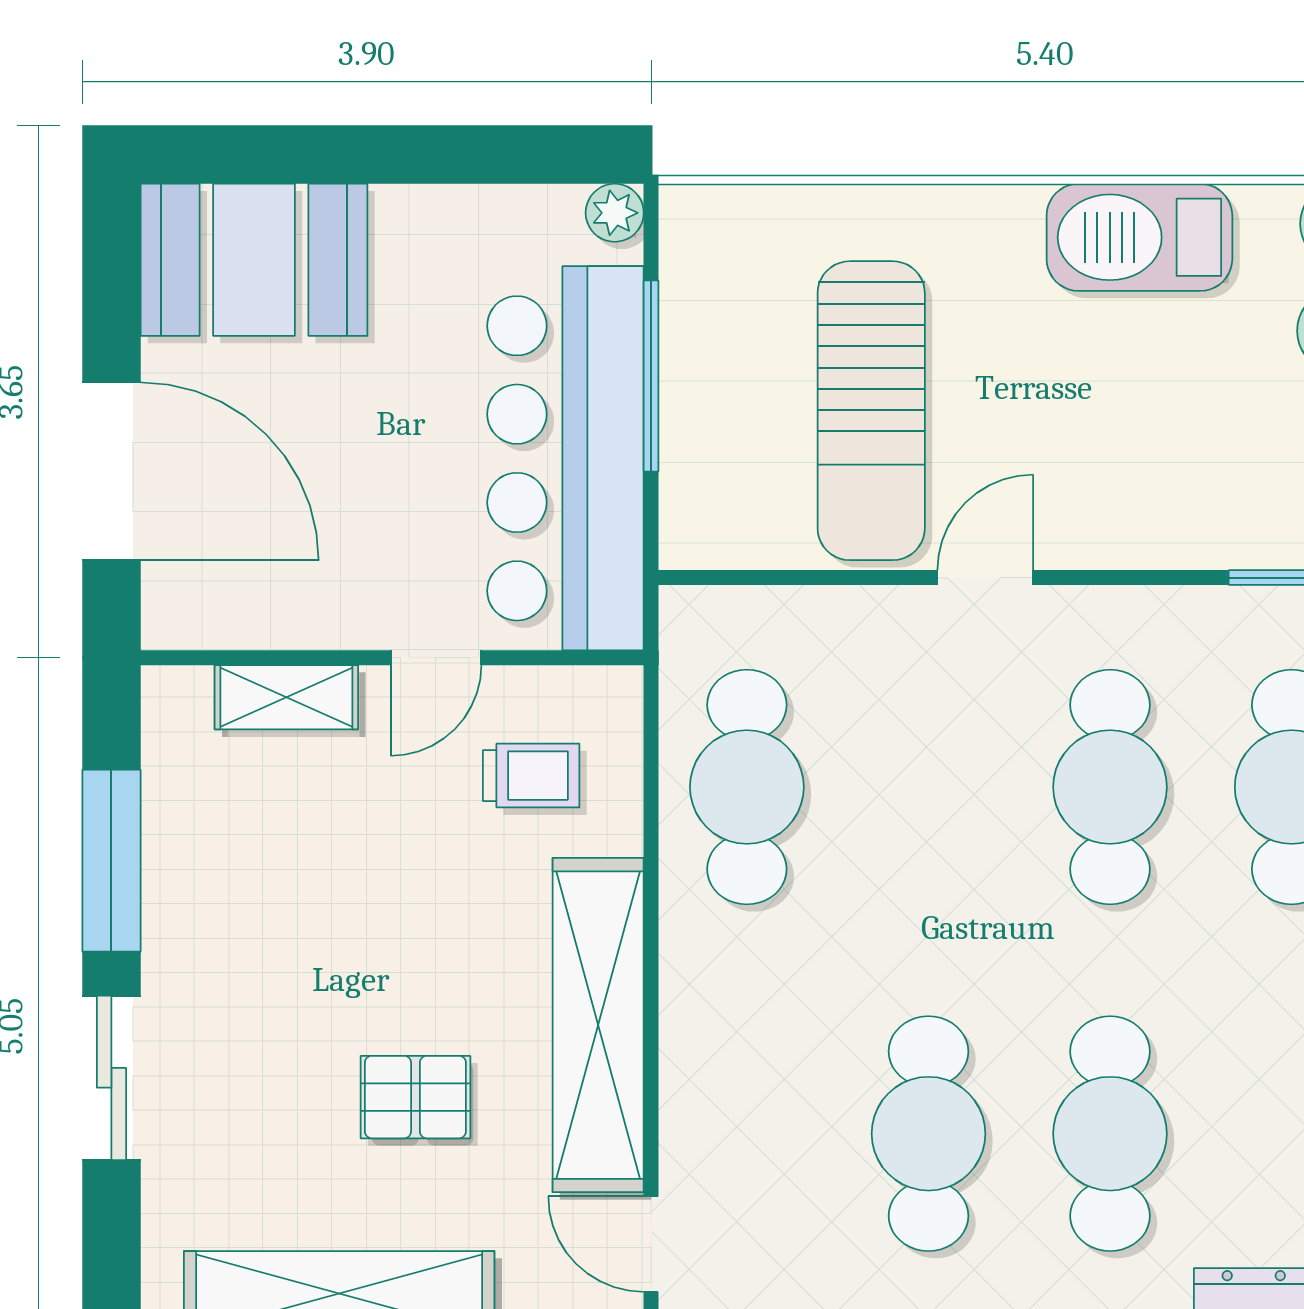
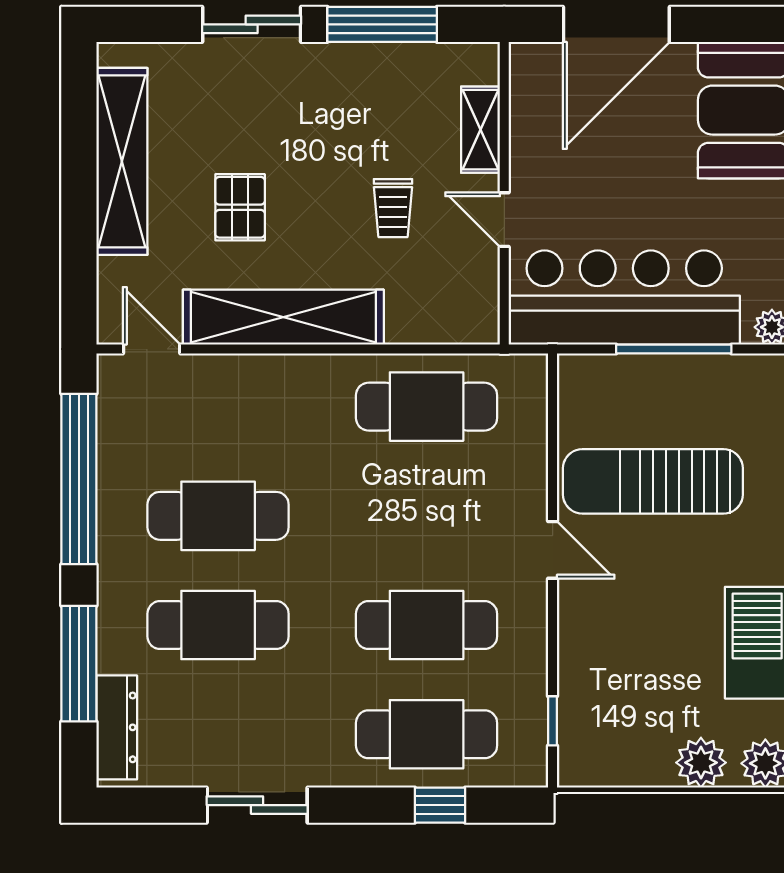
trolley: (531, 776) -> (393, 208), moved
door: (651, 1244) -> (152, 349), hinge flipped

